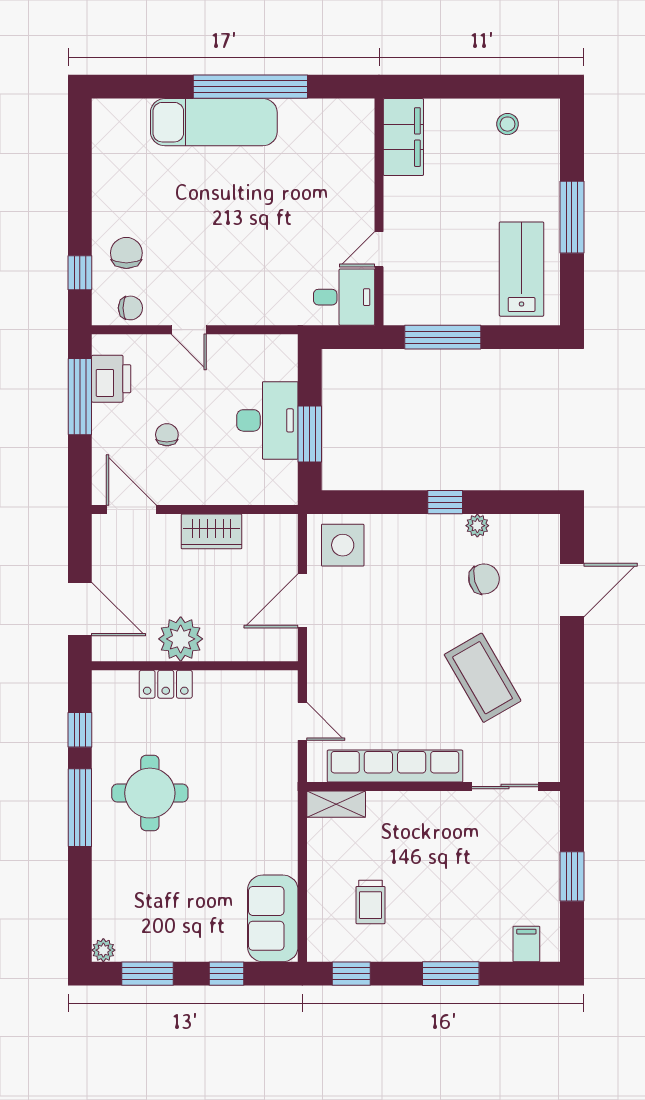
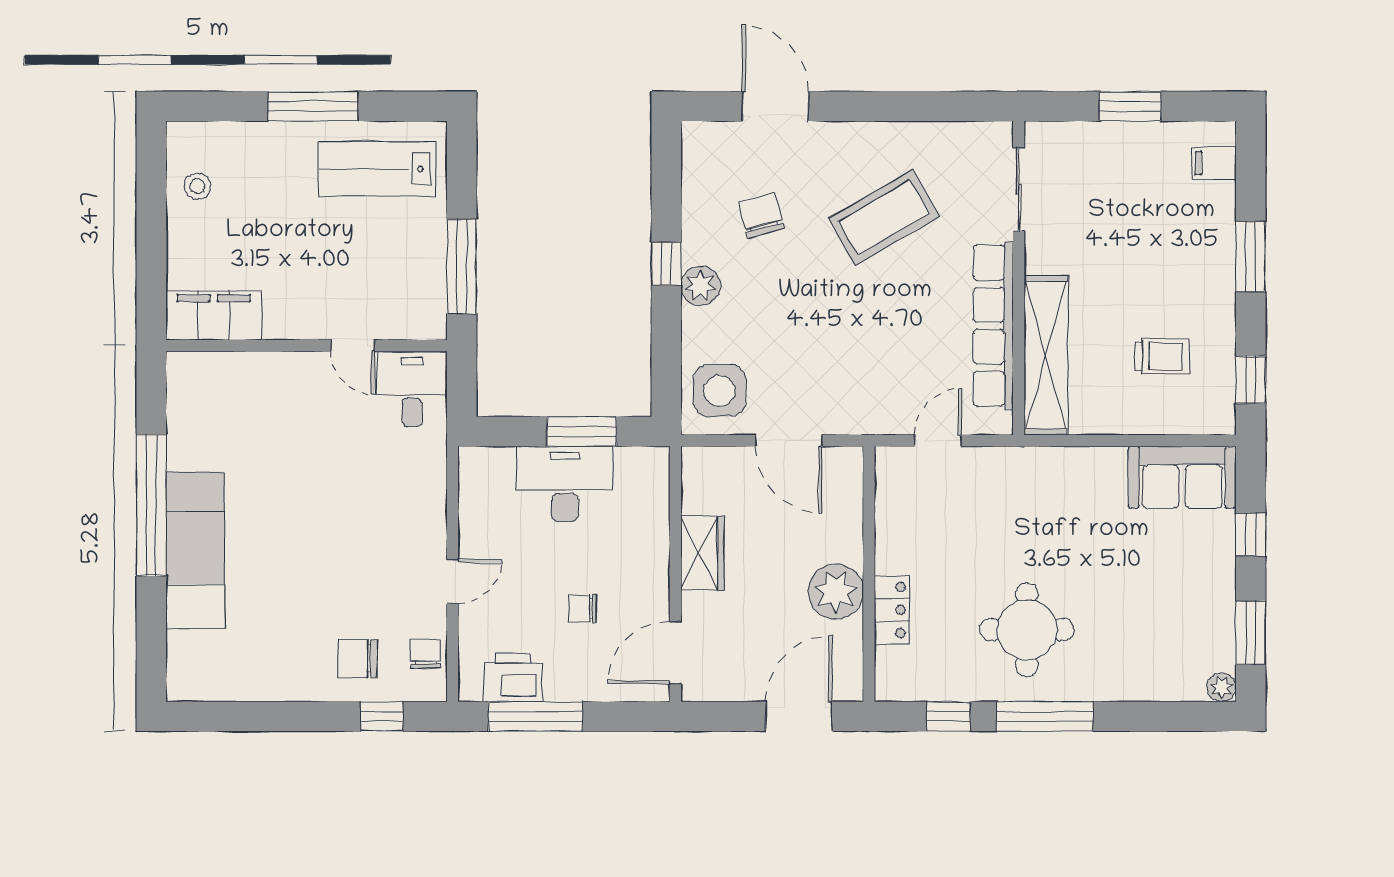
plant: (477, 526) -> (701, 286), moved, width x1.38, depth x1.38
shelving: (336, 804) -> (1046, 355), width x2.20, depth x1.33

